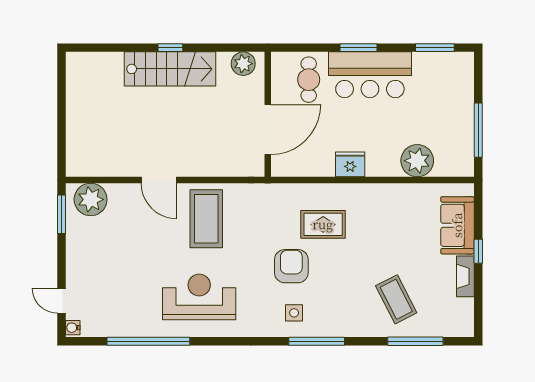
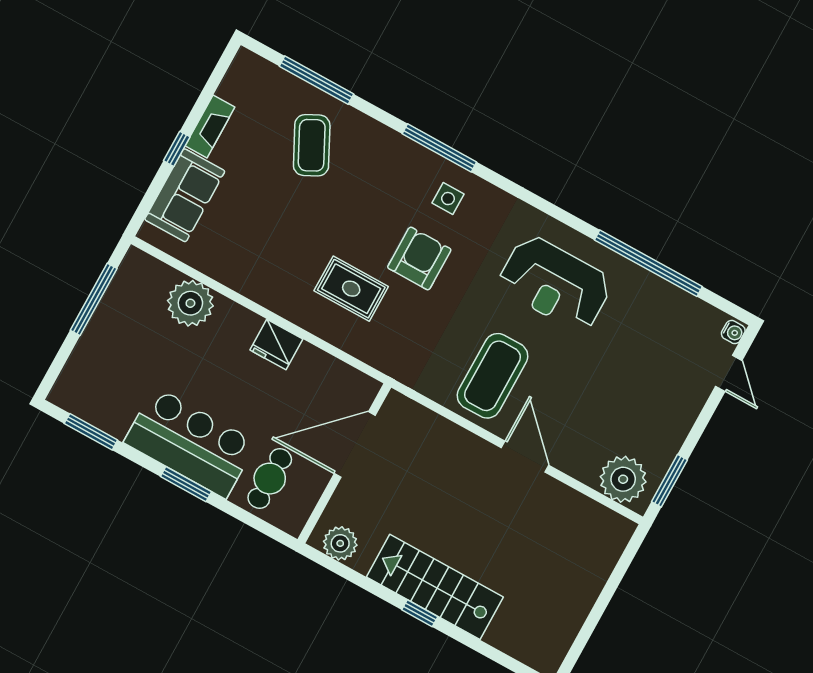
armchair: (291, 266) -> (419, 258), turned 180

